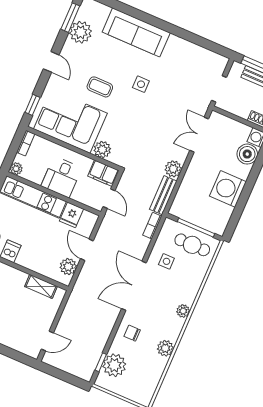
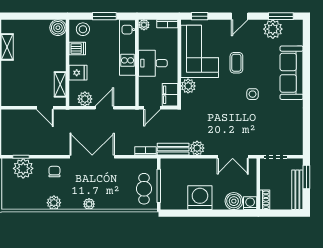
double door: (199, 135) -> (233, 157), swing flipped
fridge: (72, 215) -> (78, 73), moved, turned 180
side table: (166, 261) -> (122, 174), removed
door: (47, 341) -> (45, 108), moved

